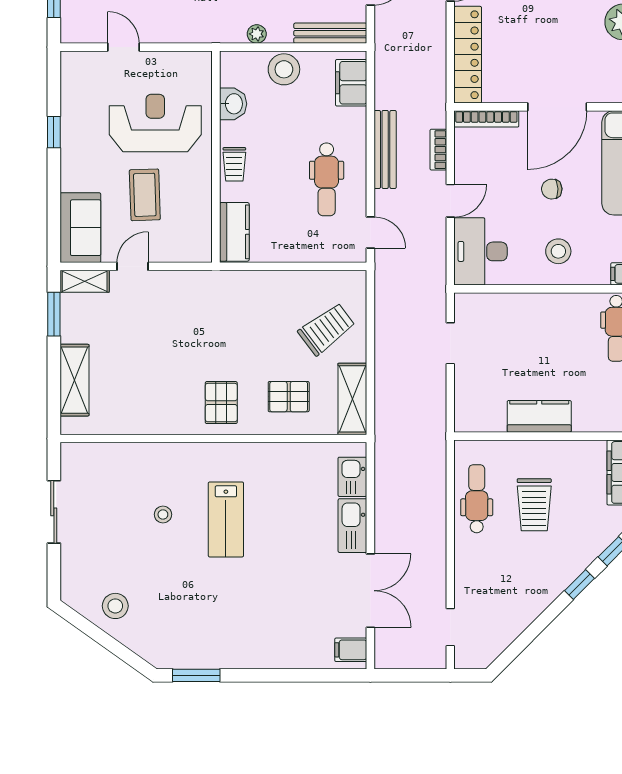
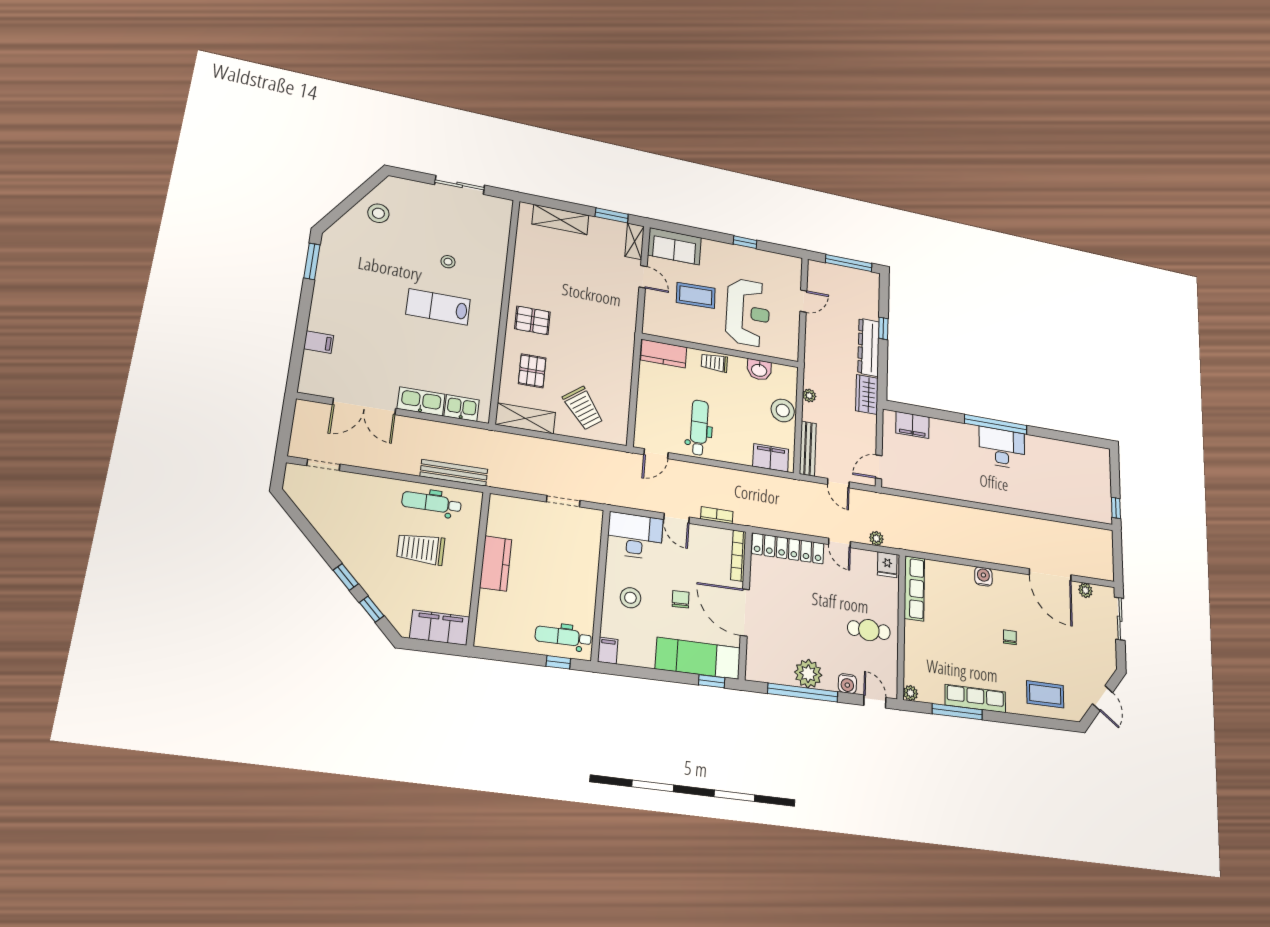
bench: (385, 149) -> (454, 473), moved
dental chair: (327, 179) -> (699, 428), turned 90
dental chair: (477, 499) -> (432, 503), turned 180
filing cabinet: (351, 650) -> (319, 342), moved, turned 90

